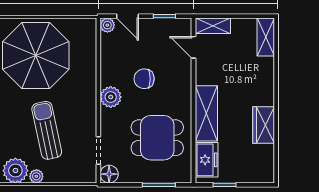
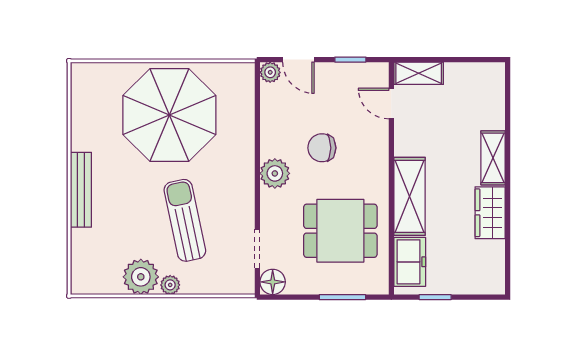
shelving: (266, 37) -> (493, 158), moved

